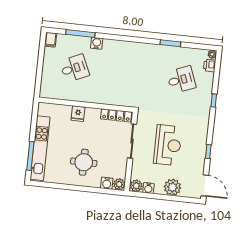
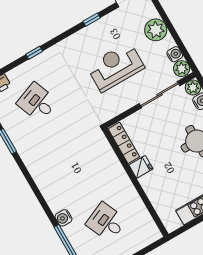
fridge: (78, 114) -> (141, 167), moved
sliding door: (132, 141) -> (160, 95), moved

